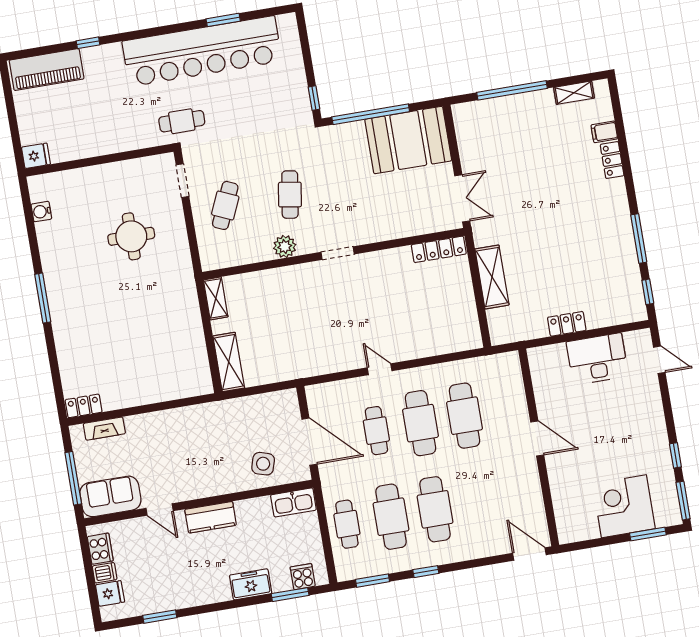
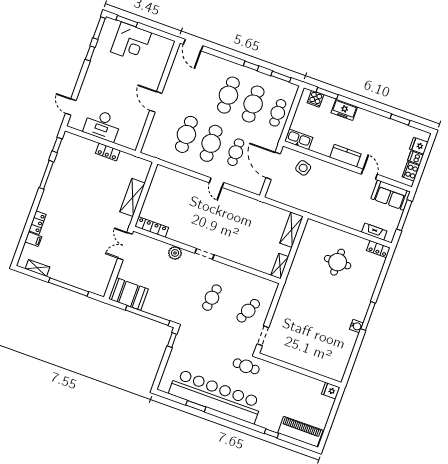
booth: (408, 140) -> (128, 294), width x0.73, depth x0.70
water cooler: (41, 212) -> (356, 326), moved
round table: (131, 236) -> (338, 262), moved
plant: (285, 247) -> (175, 253), moved

